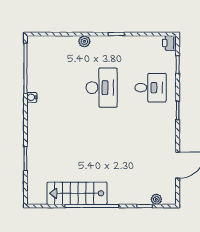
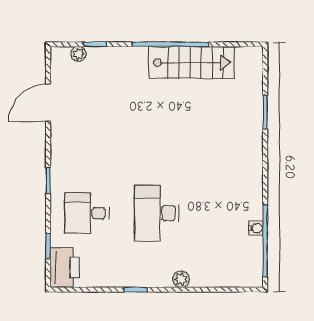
printer: (169, 43) -> (64, 268), width x1.87, depth x1.48
water cooler: (32, 97) -> (256, 228), moved

